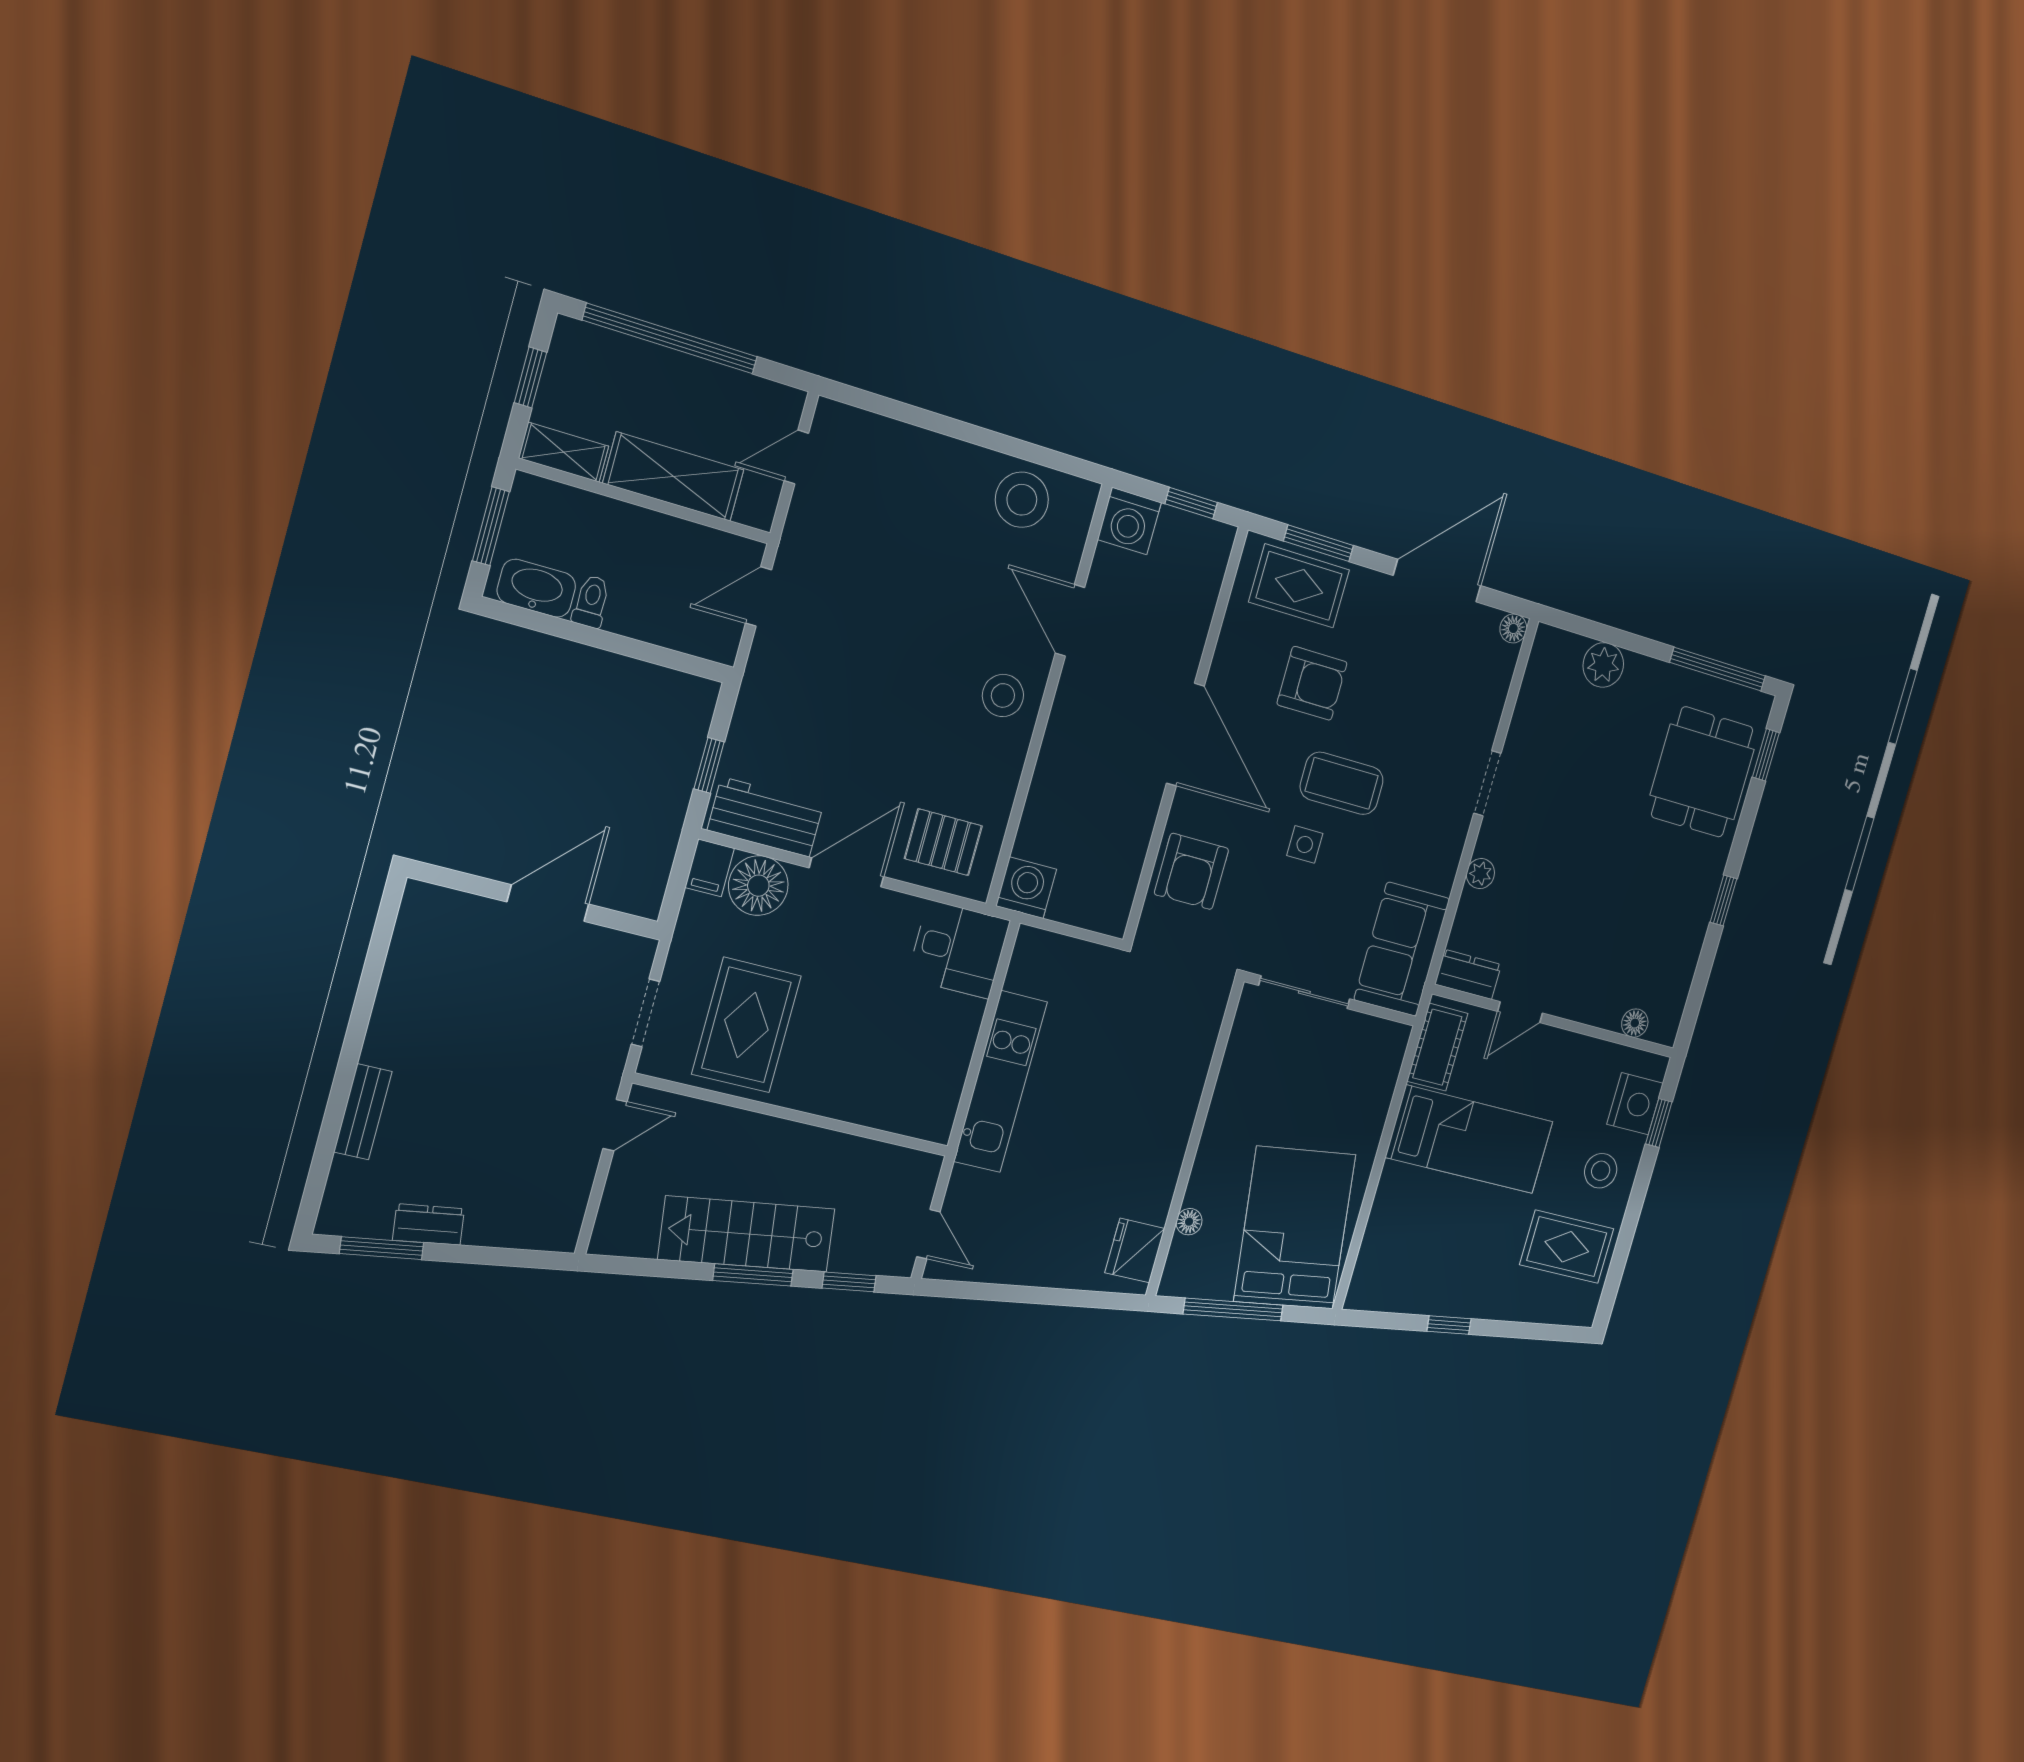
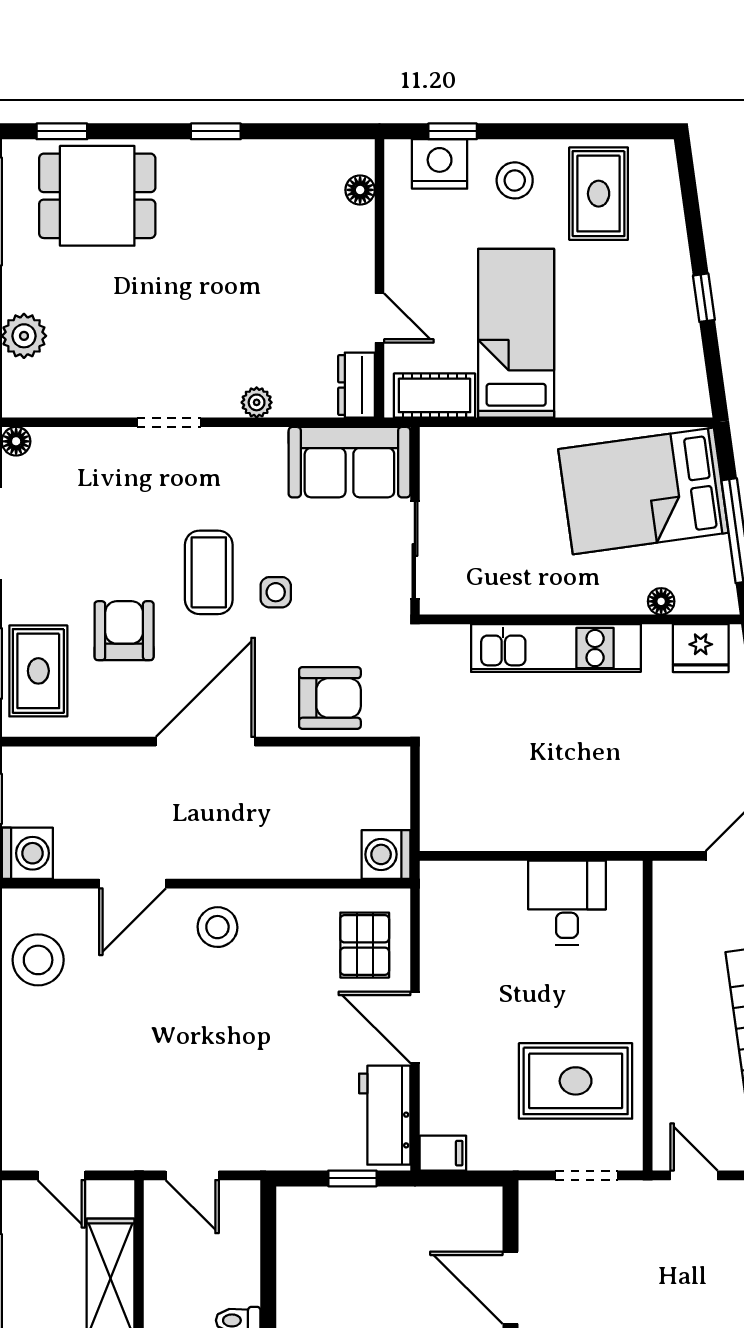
floor lamp: (758, 886) -> (447, 1105), removed
desk: (959, 949) -> (567, 903), moved
kitchen unit: (1000, 1082) -> (556, 648), moved, turned 180

